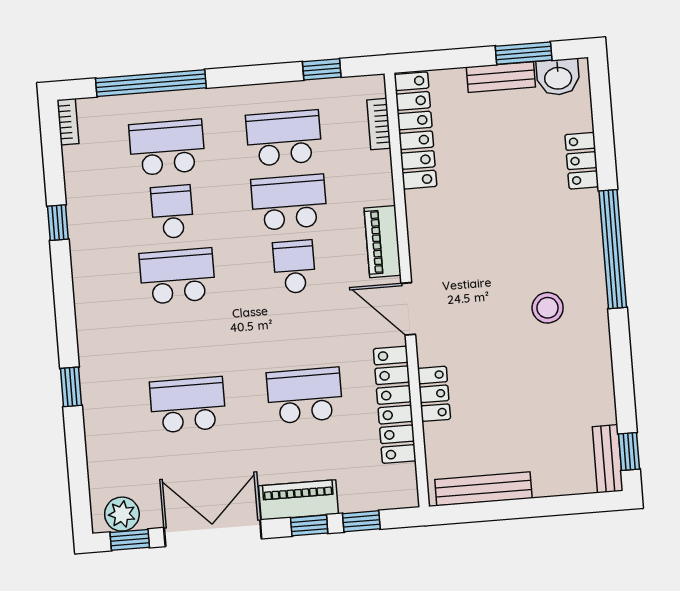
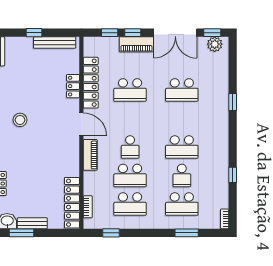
window: (151, 83) -> (187, 233), width x0.47
window: (532, 508) -> (34, 33), added

